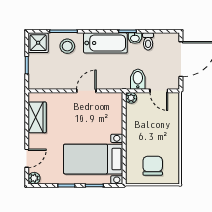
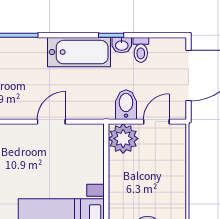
stool: (67, 46) -> (24, 57), removed
door: (159, 91) -> (156, 122), swing flipped
plant: (131, 98) -> (123, 139), width x1.87, depth x1.87

